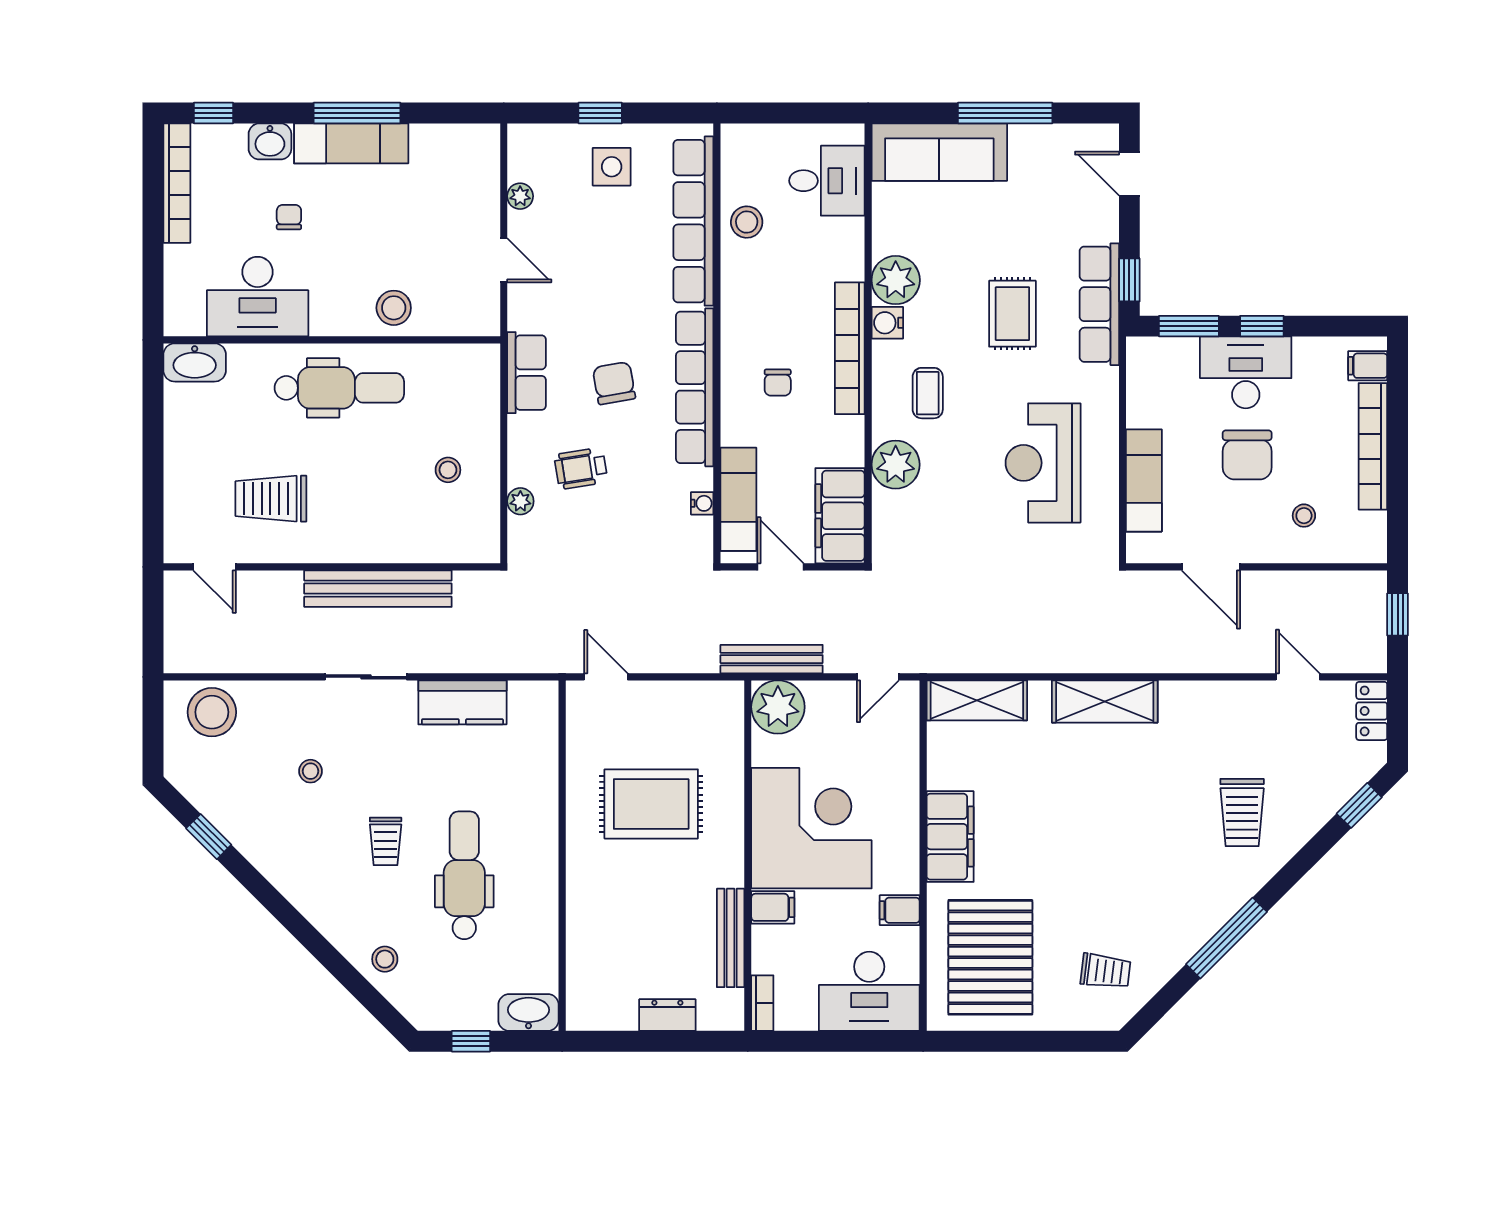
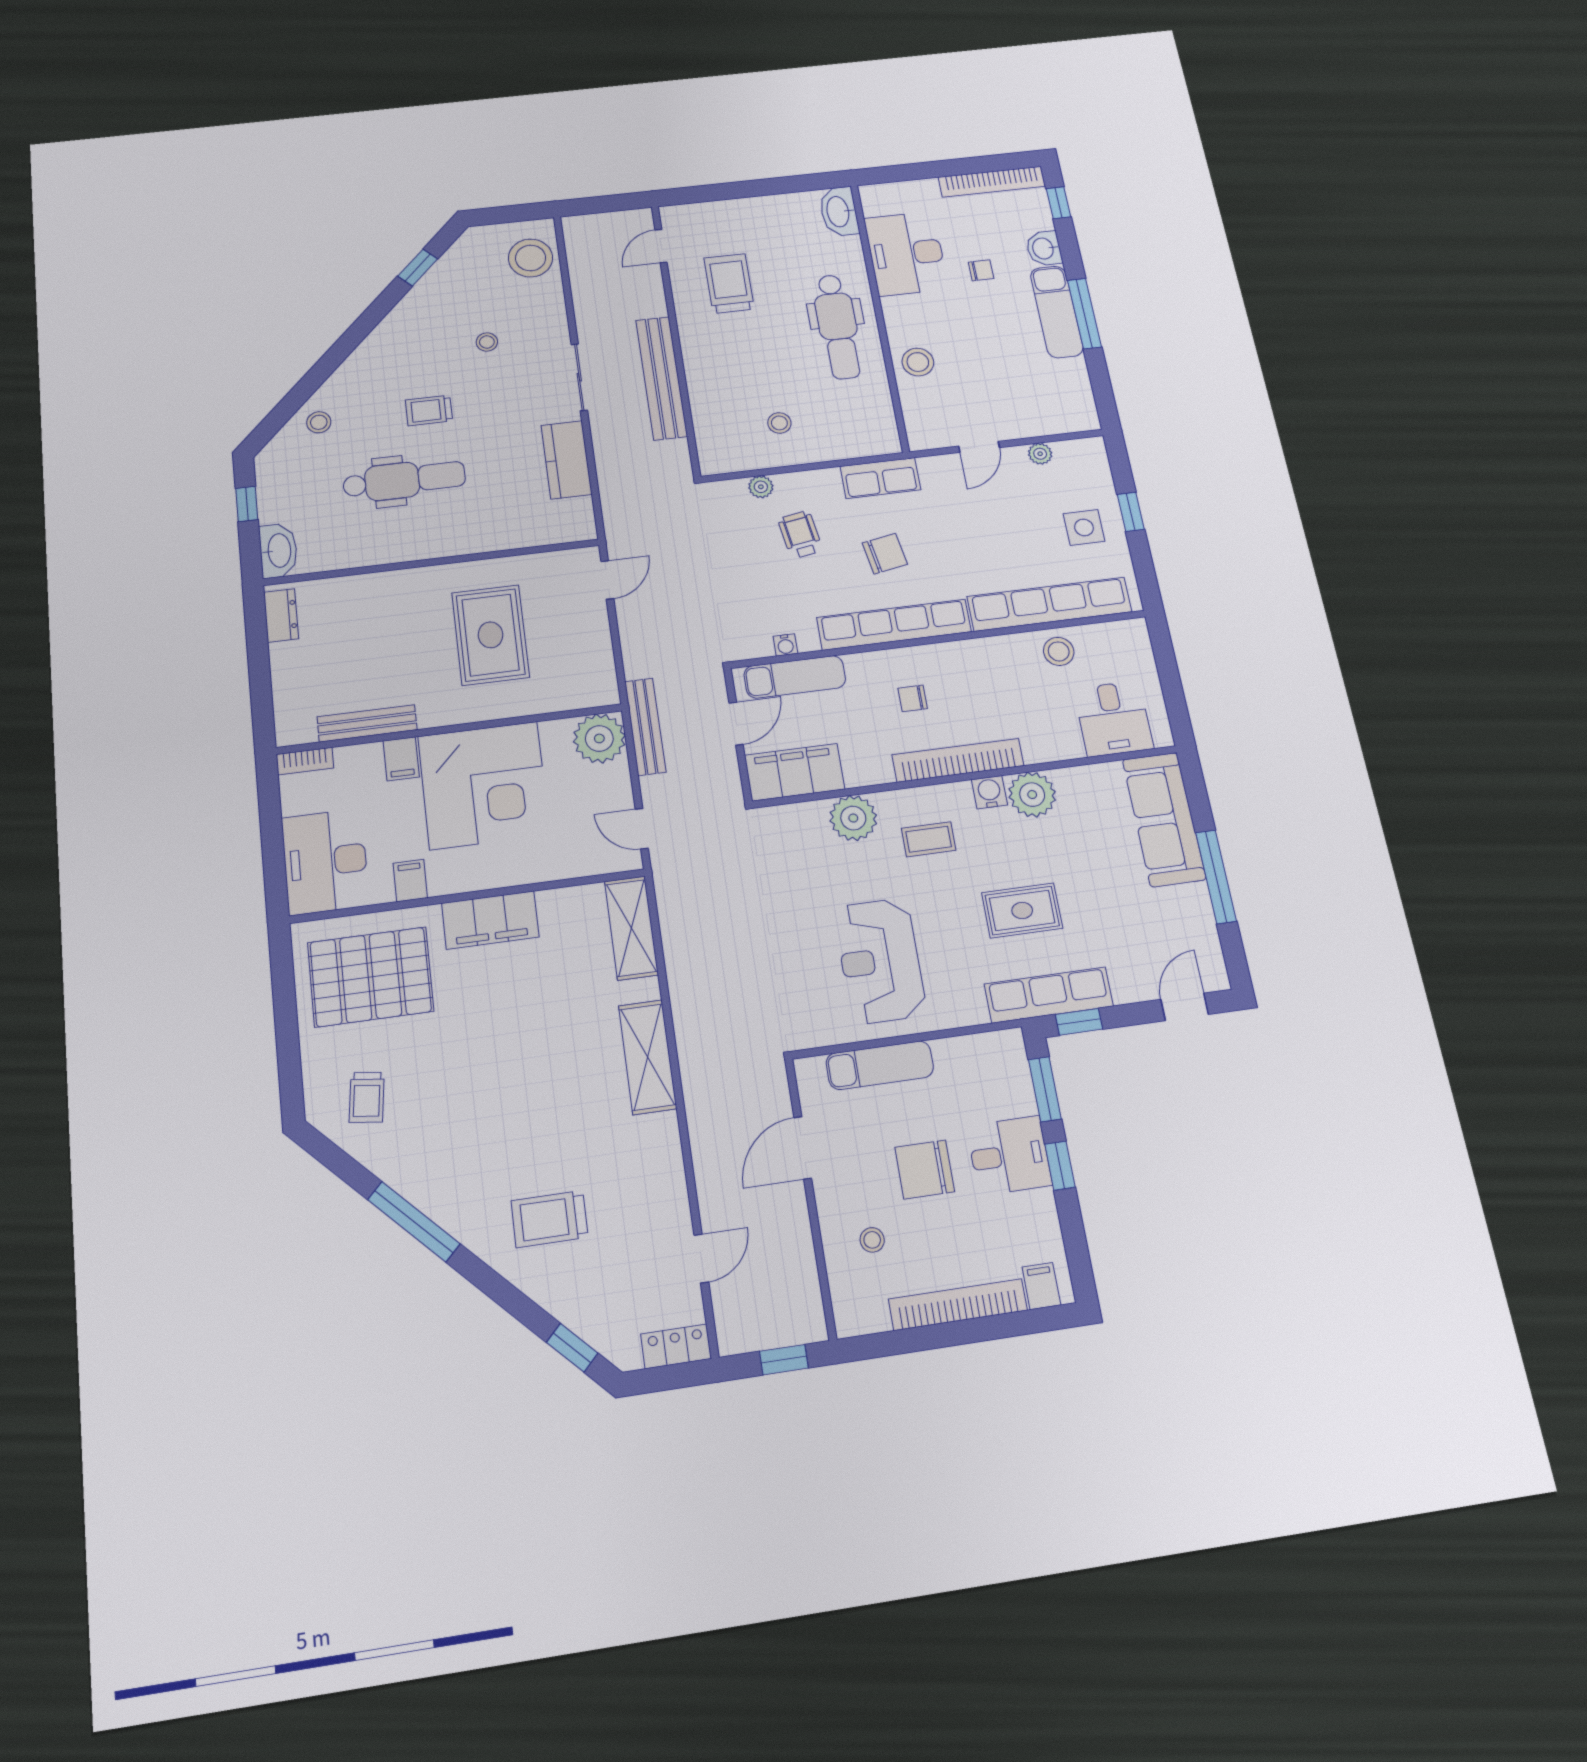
desk: (1246, 372) -> (1009, 1155), width x0.73
reception desk: (1043, 463) -> (880, 961), turned -90
dresser: (667, 1015) -> (281, 615), moved

